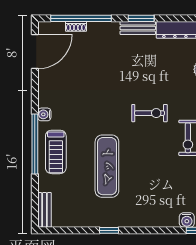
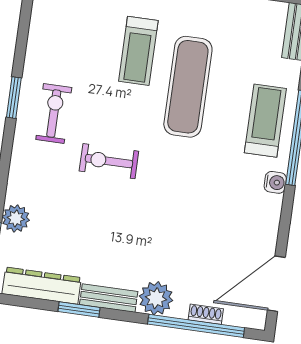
window: (141, 18) -> (79, 309), moved
plant: (108, 32) -> (156, 298), added
treadmill: (141, 184) -> (138, 51), added

